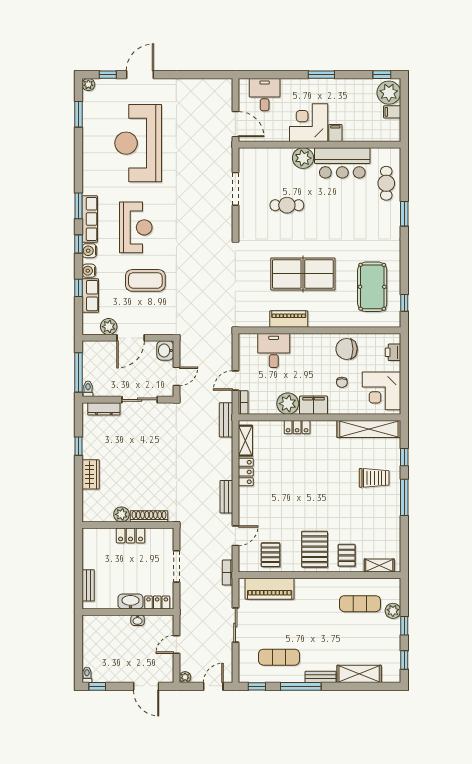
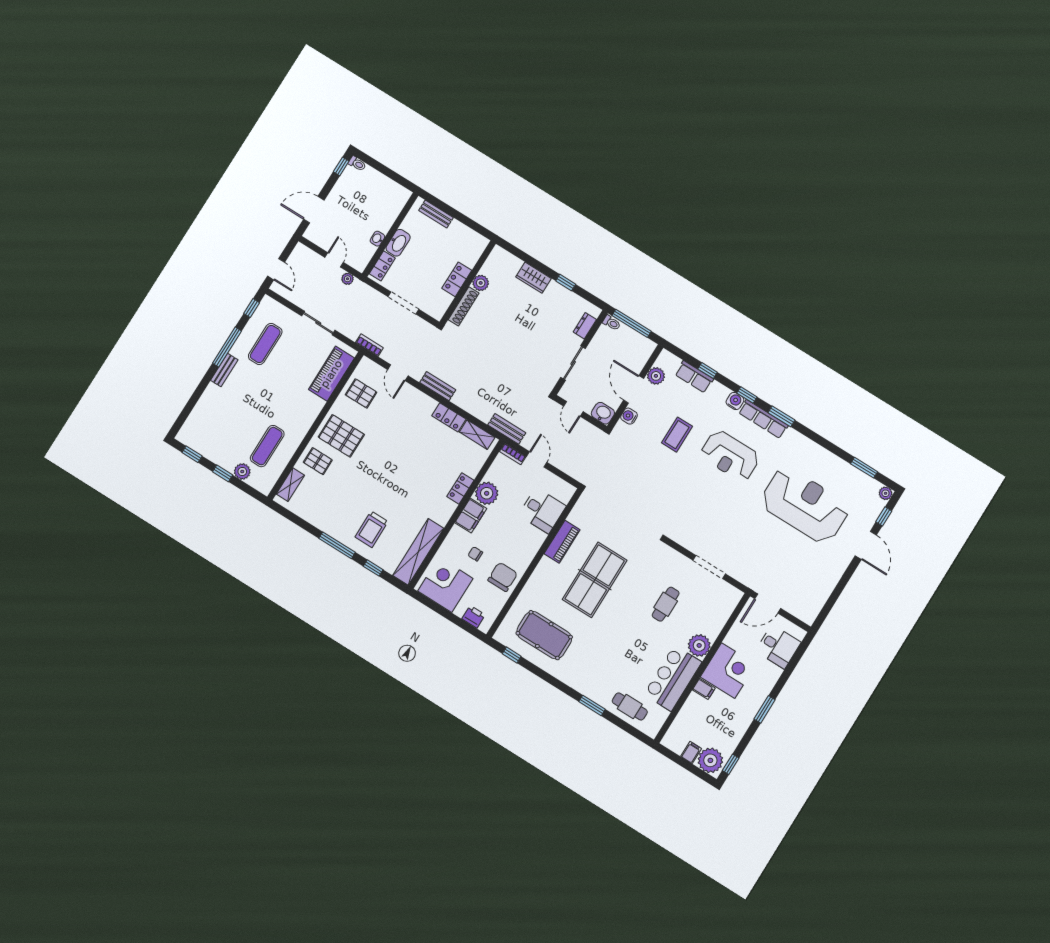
water cooler: (89, 271) -> (629, 416), moved, turned -90
coffee table: (145, 280) -> (677, 435), width x0.73, depth x0.76
dresser: (104, 409) -> (585, 326), width x0.70
shelving: (359, 674) -> (205, 406), removed
plant: (185, 677) -> (347, 279), moved

